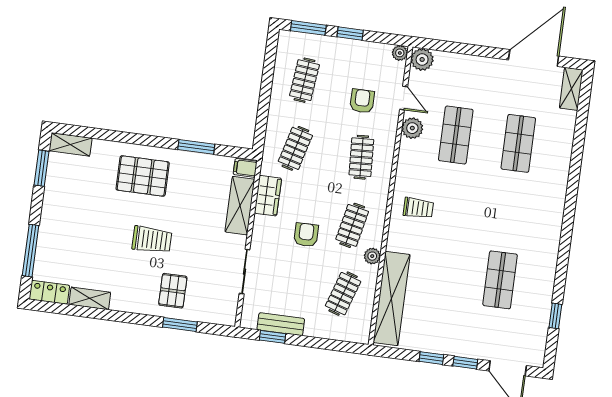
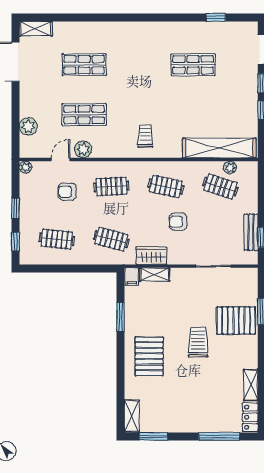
window: (308, 28) -> (15, 242), width x0.67
plant: (422, 59) -> (28, 126), moved
shelving: (240, 206) -> (155, 274), width x0.67, depth x0.75
plant: (372, 256) -> (230, 168), moved
pallet: (173, 291) -> (236, 321), width x1.50, depth x1.42

